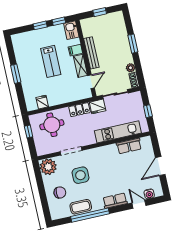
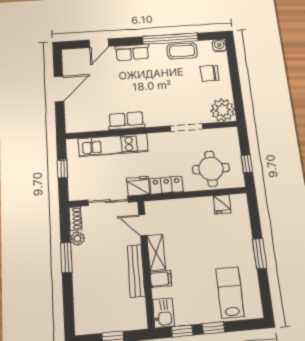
window: (133, 44) -> (66, 258), moved
lab bench: (51, 61) -> (230, 292), moved
door: (91, 82) -> (143, 225), hinge flipped
row of seats: (129, 146) -> (126, 121), moved
side table: (80, 175) -> (177, 92), removed
water cooler: (149, 194) -> (219, 45), moved
door: (139, 204) -> (99, 43), hinge flipped

